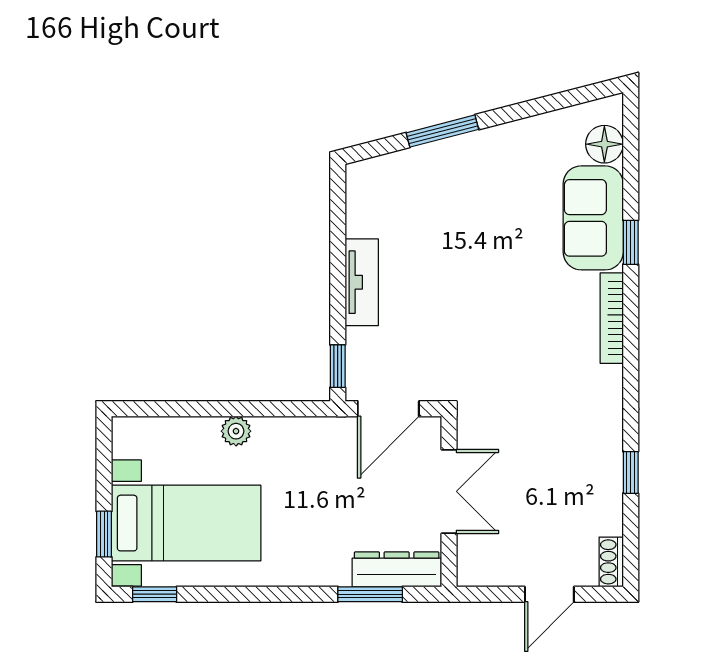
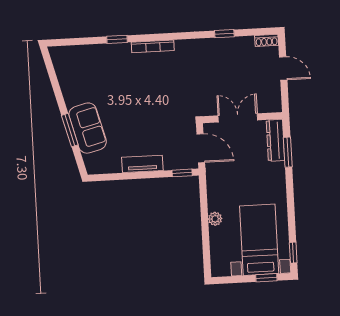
floor lamp: (604, 144) -> (72, 54), removed
sofa: (593, 218) -> (88, 128), moved, turned -104

